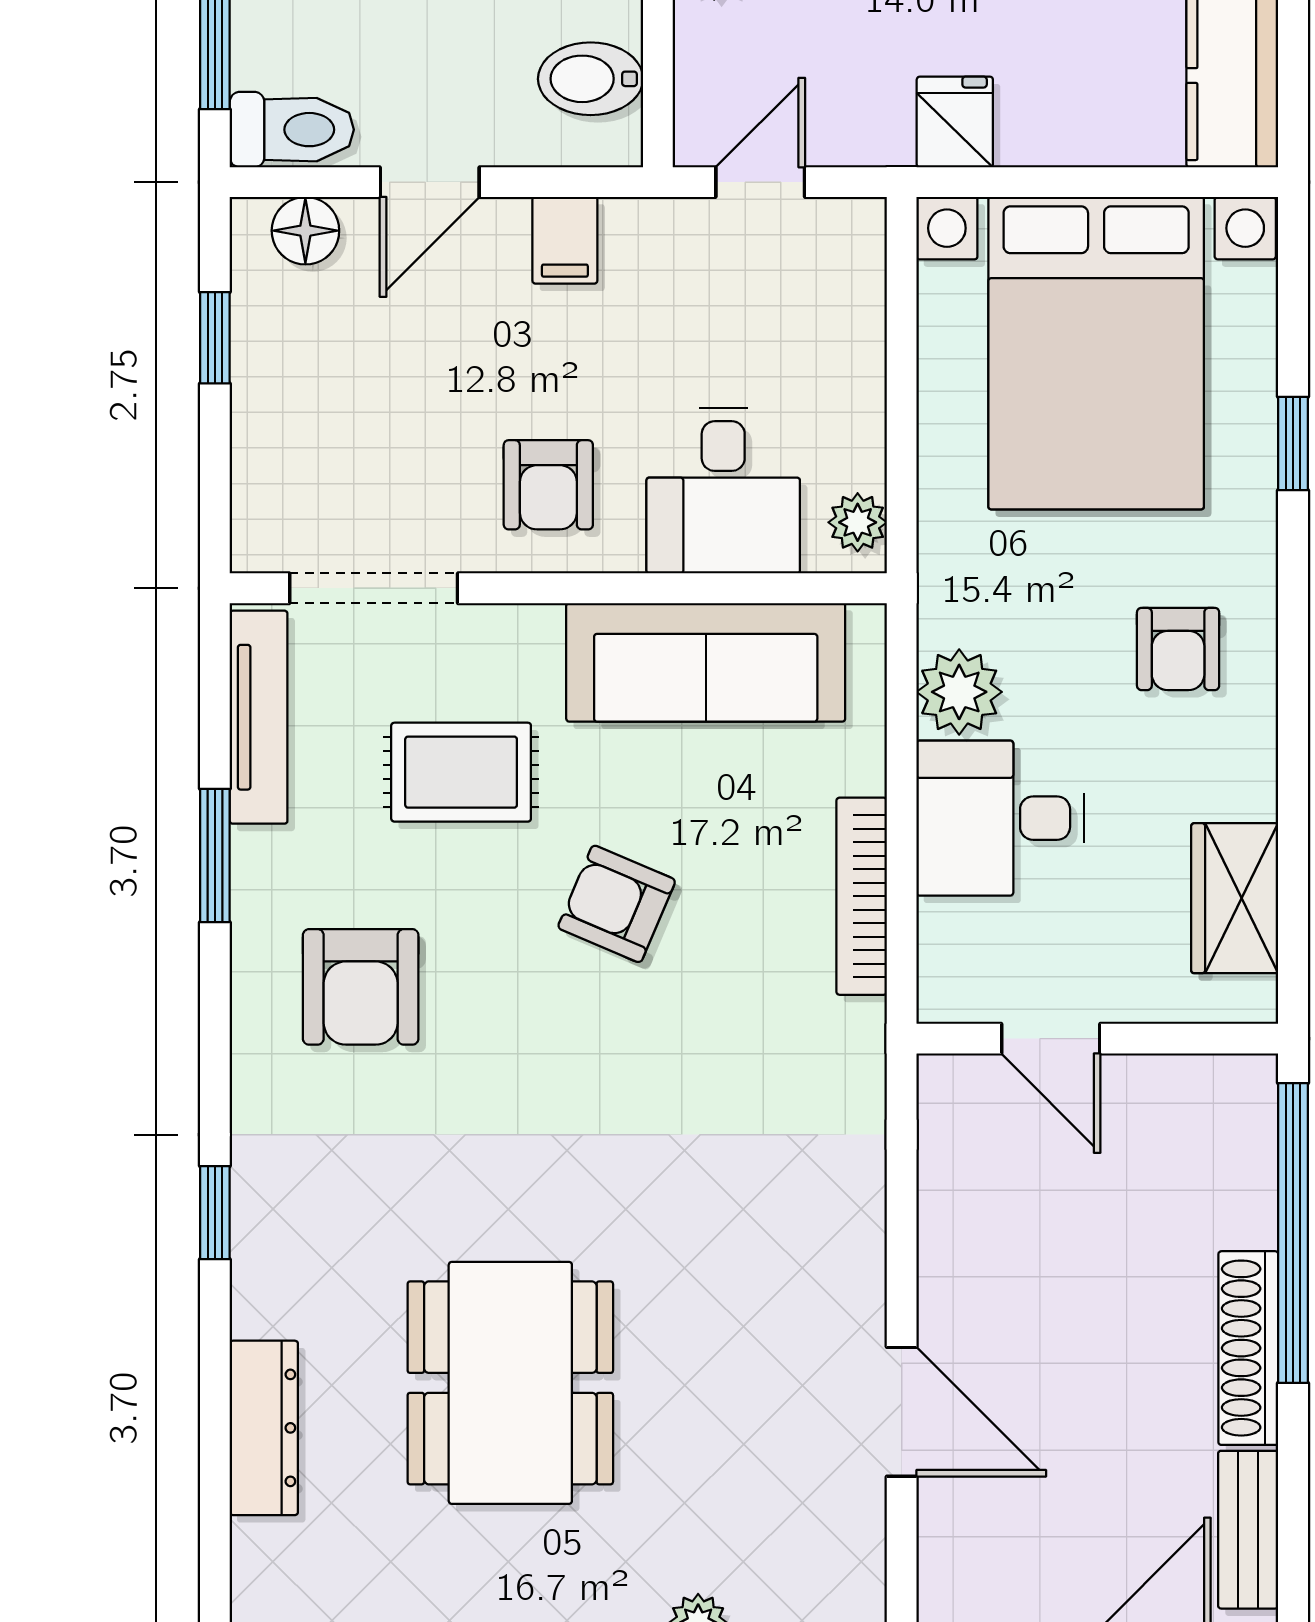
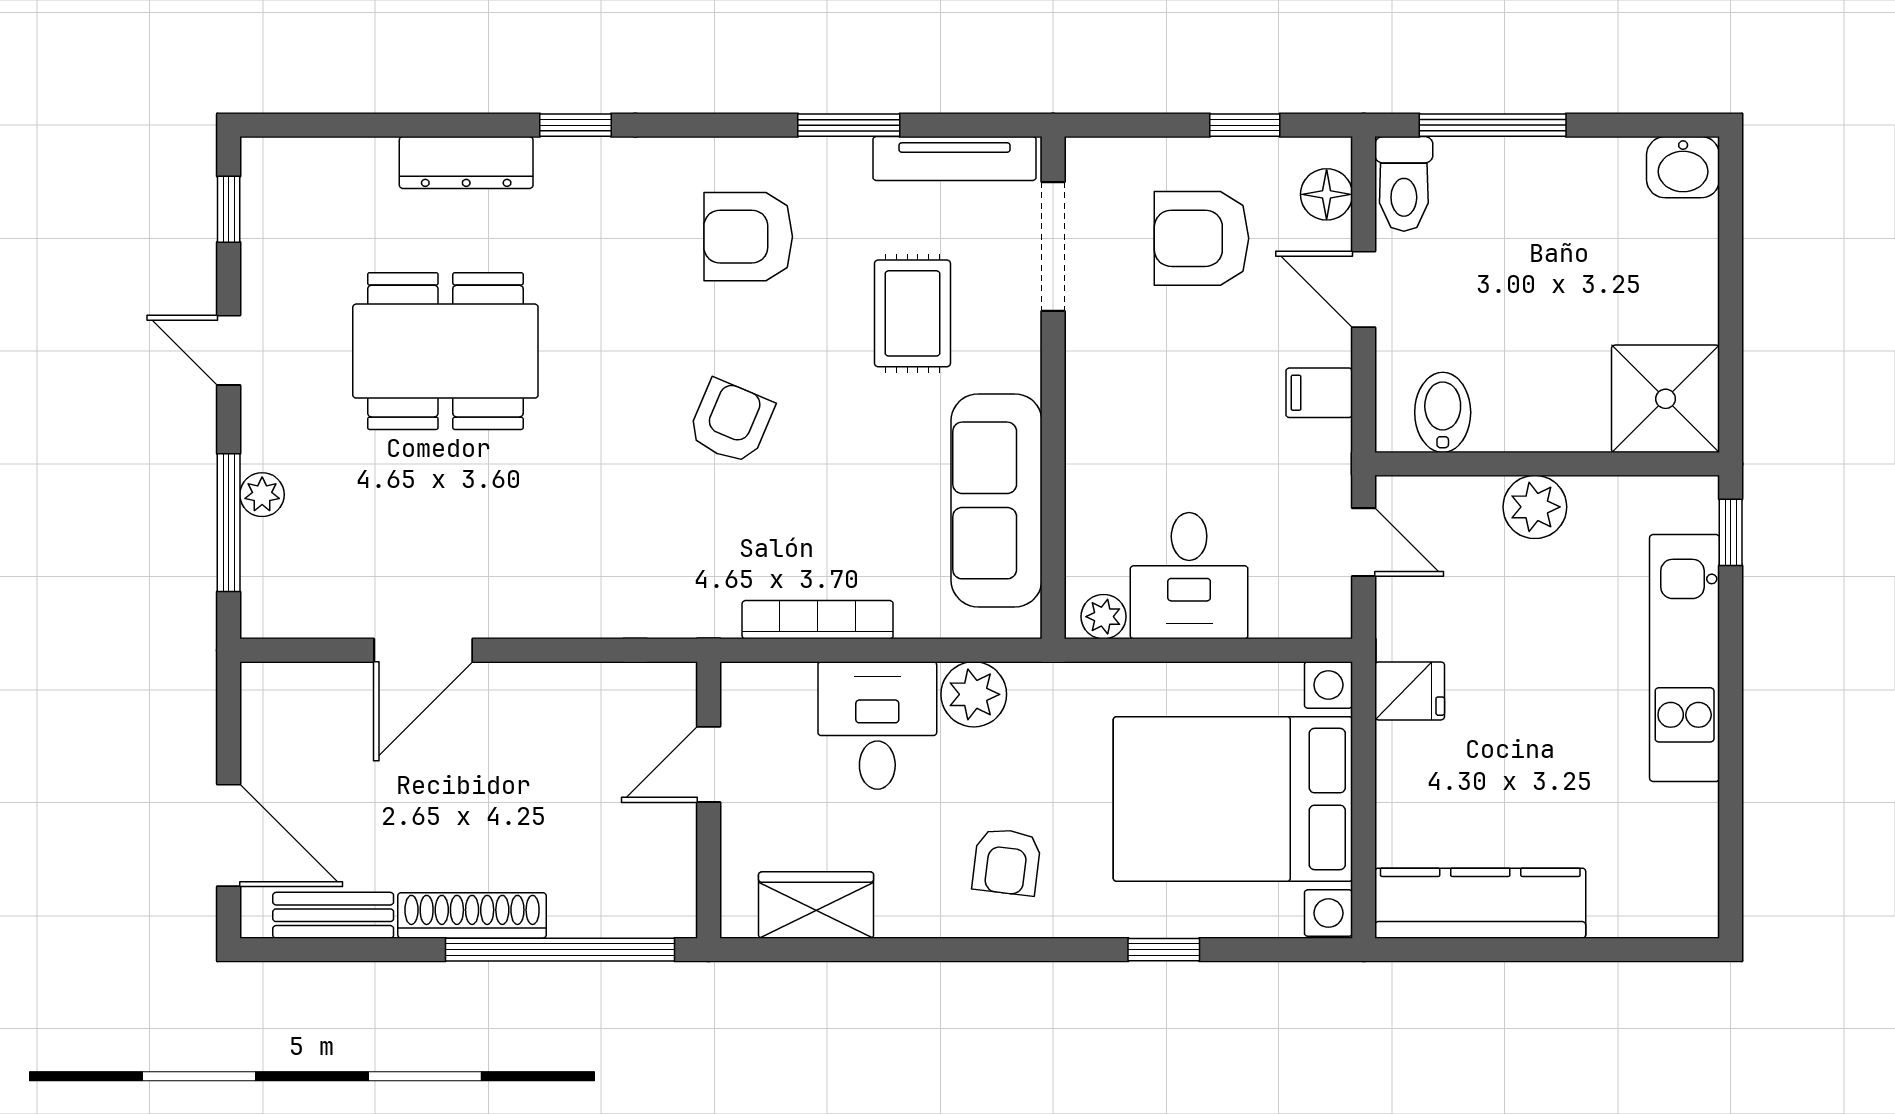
armchair: (548, 485) -> (1202, 238), moved, width x1.38, depth x1.38
desk: (723, 491) -> (1189, 576), moved, turned -90
armchair: (1178, 649) -> (1007, 862), turned -83
armchair: (617, 904) -> (731, 422), moved
dresser: (264, 1428) -> (466, 163), moved

